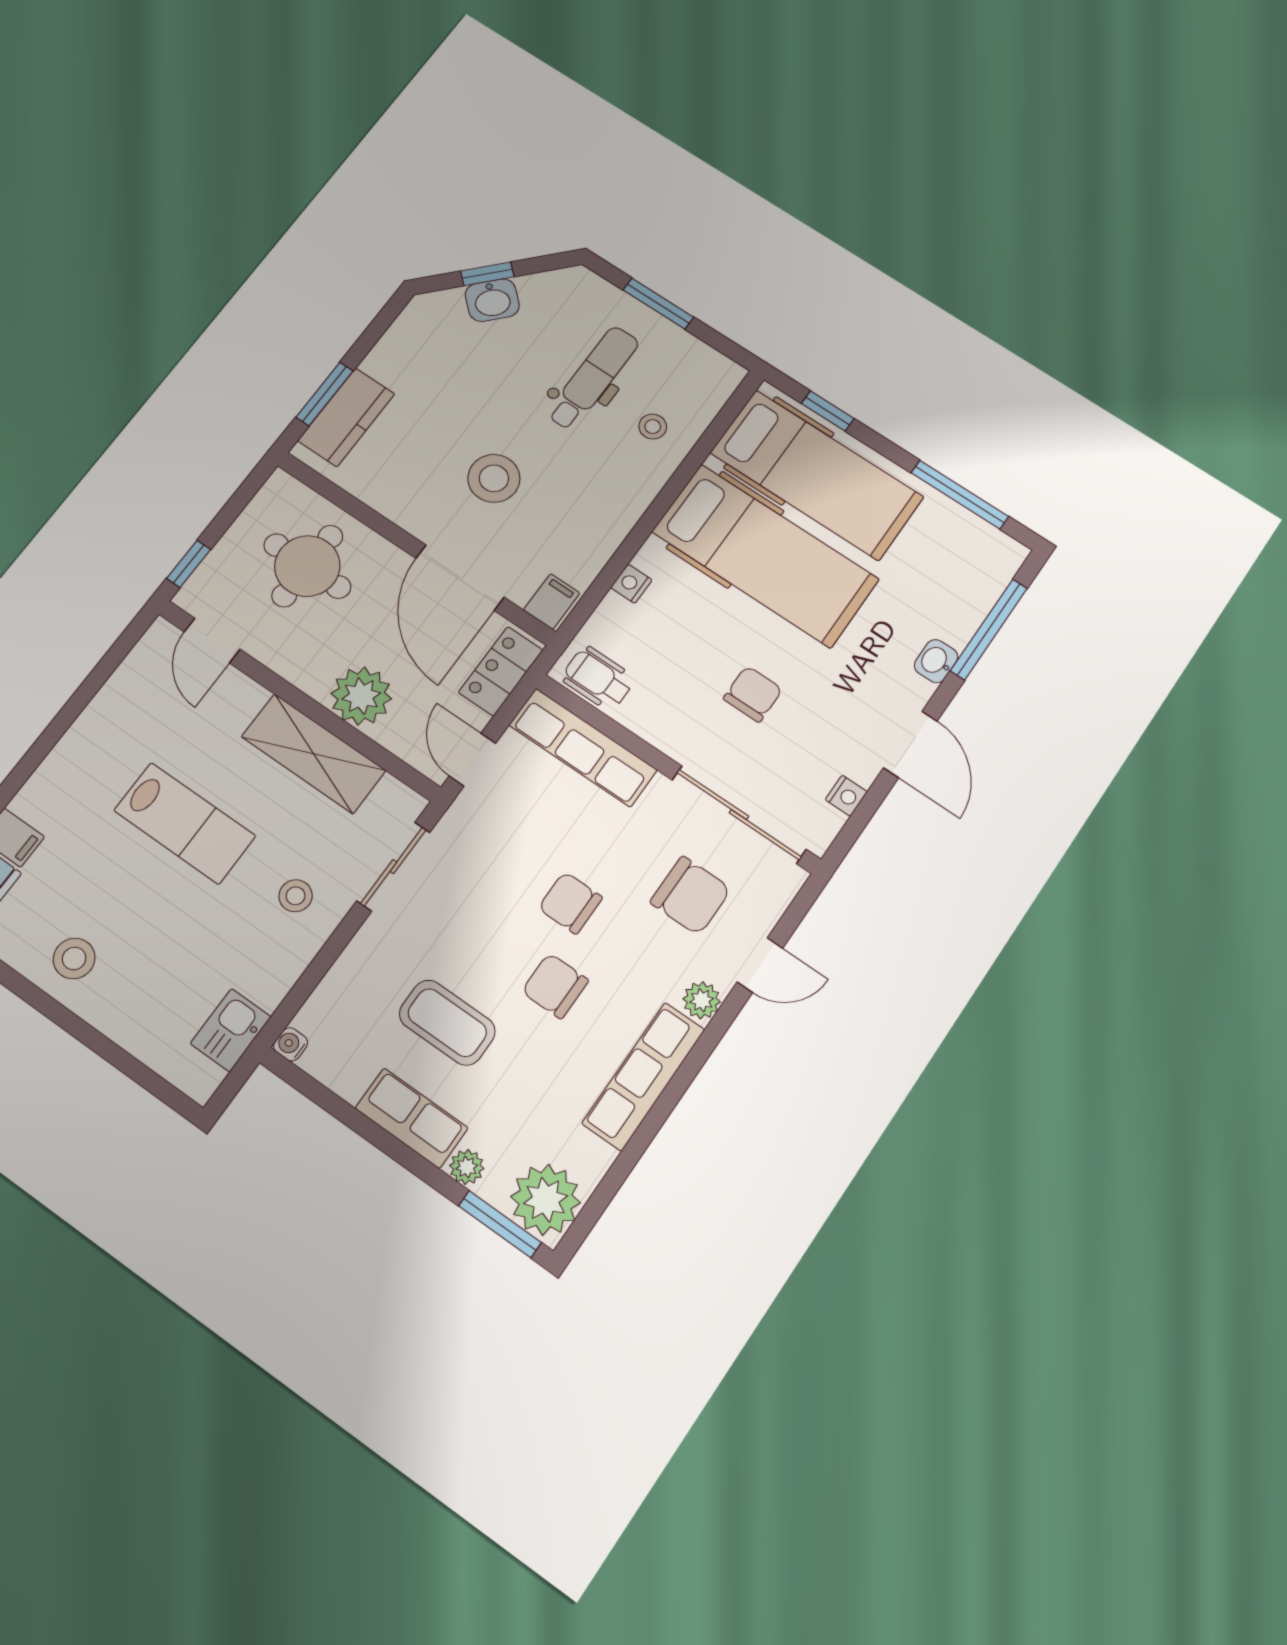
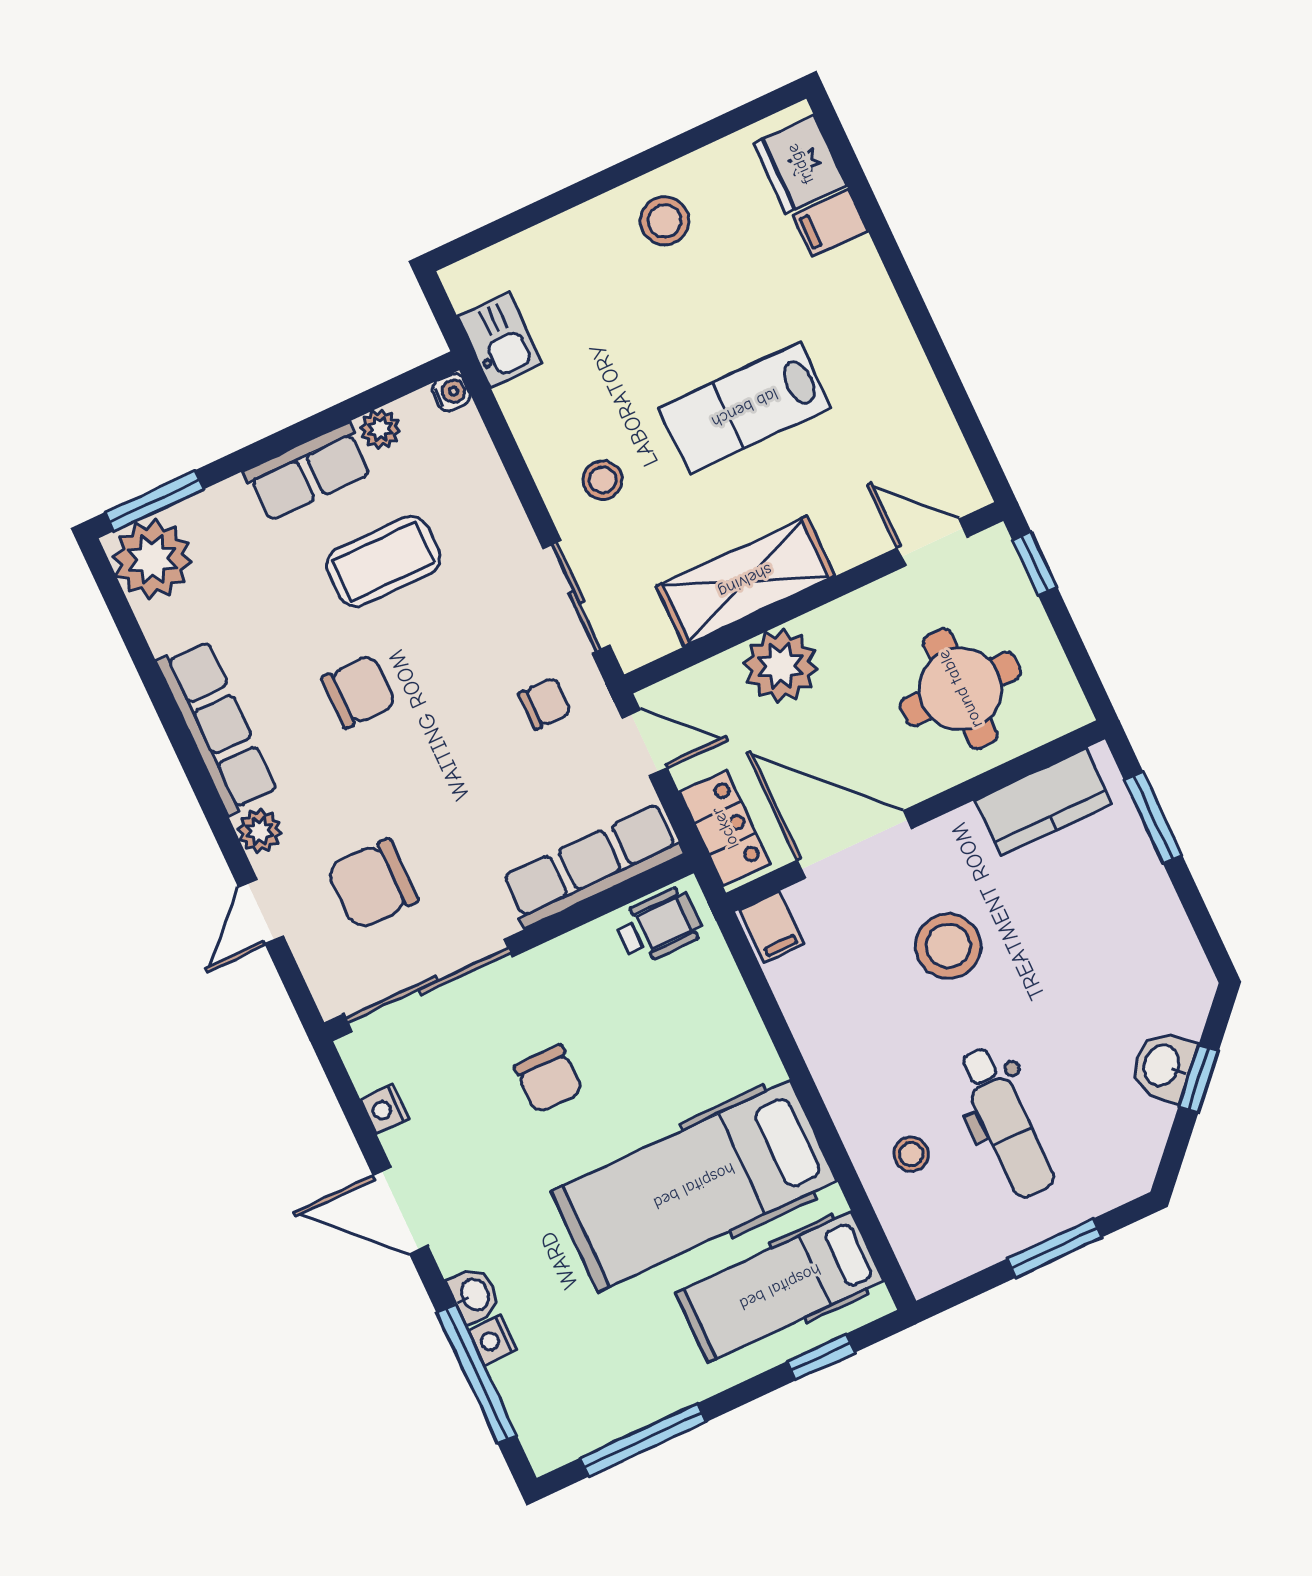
kitchen counter: (346, 417) -> (1043, 802), moved, turned -90
hospital bed: (817, 475) -> (780, 1287), width x0.73, depth x0.78
nightstand: (631, 584) -> (493, 1340), moved, turned 180
chair: (570, 903) -> (545, 703), moved, width x0.73, depth x0.73
plant: (467, 1167) -> (380, 429), moved

